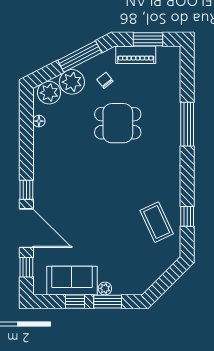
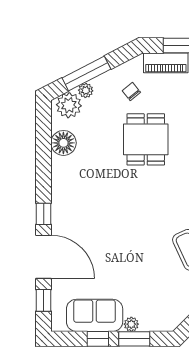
window: (80, 56) -> (86, 73), moved
plant: (72, 82) -> (86, 90), width x0.53, depth x0.53
floor lamp: (39, 121) -> (63, 143), width x1.89, depth x1.89
dining table: (118, 123) -> (146, 139), turned 90

